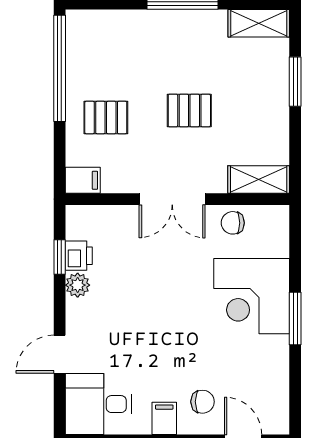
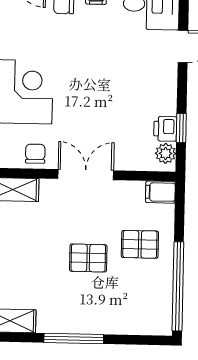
pallet: (189, 110) -> (88, 258), moved
chair: (233, 223) -> (35, 154), turned -90
plant: (78, 285) -> (166, 153), moved

